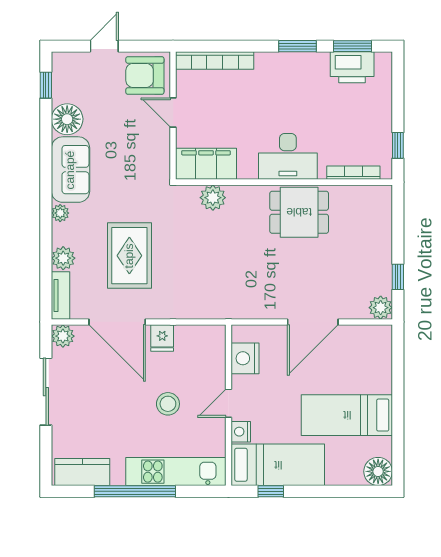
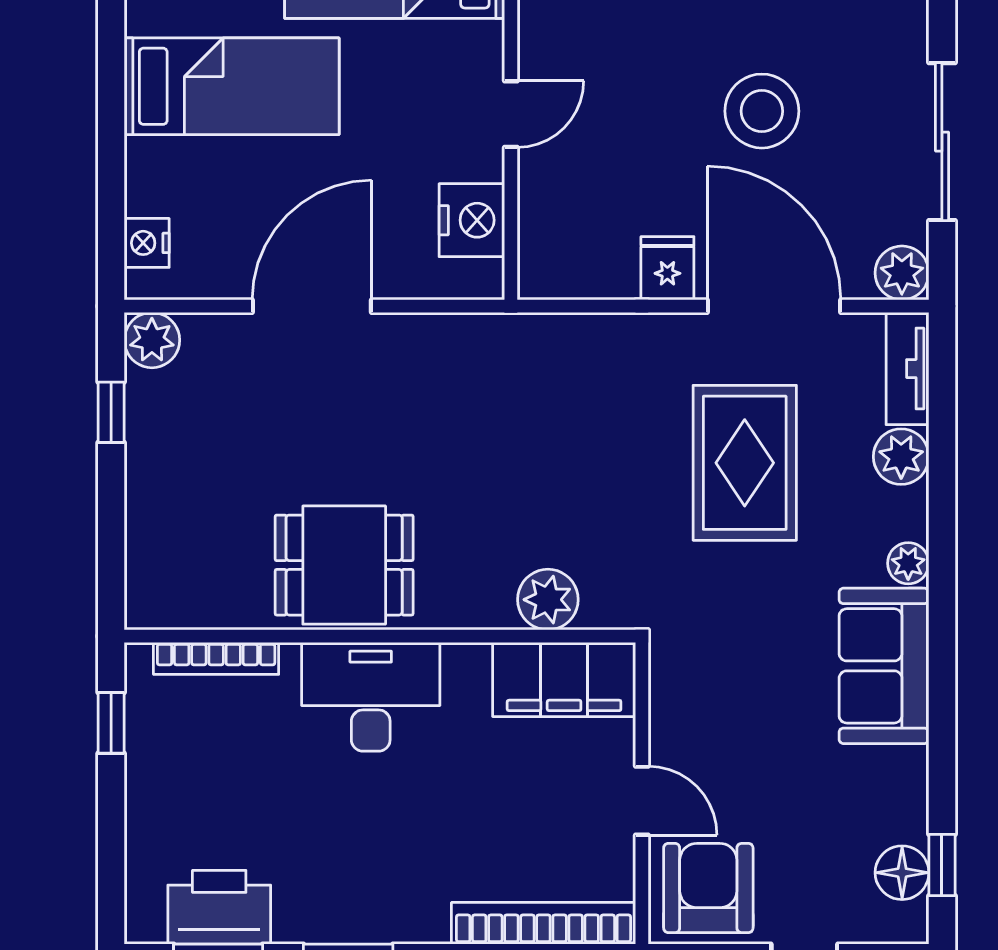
armchair: (145, 75) -> (708, 888), turned -90
floor lamp: (67, 119) -> (902, 873), moved, width x0.73, depth x0.73
stool: (168, 404) -> (762, 111), moved, width x1.38, depth x1.38
nightstand: (241, 432) -> (147, 243), moved, turned 180

